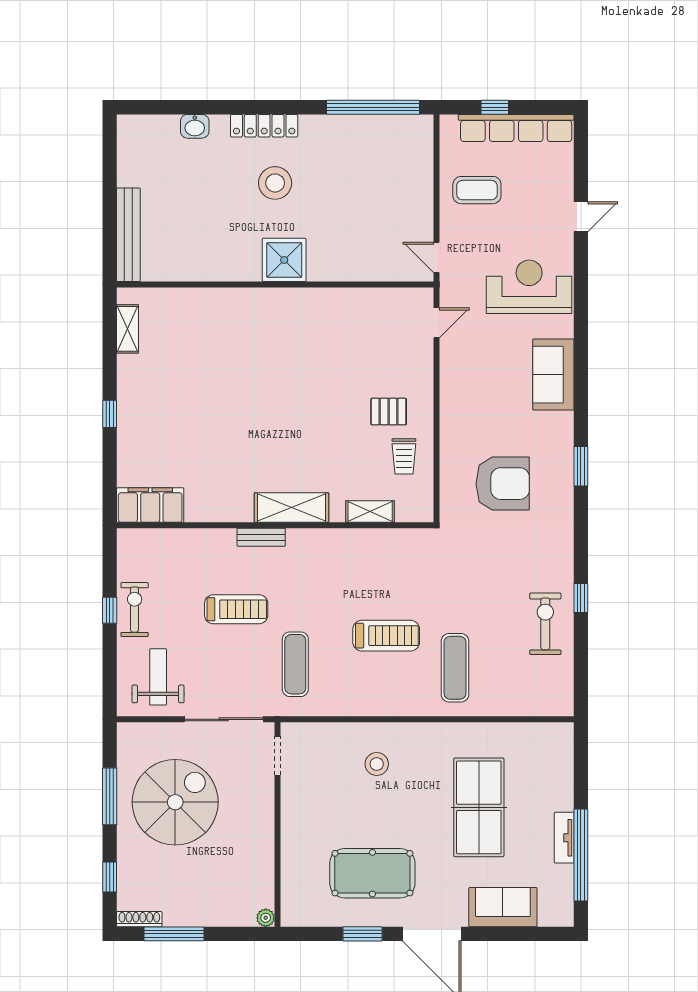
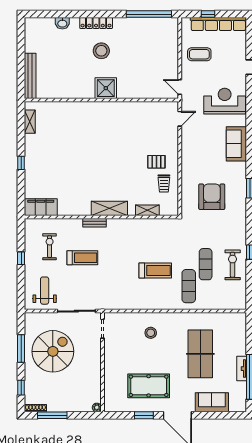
armchair: (503, 484) -> (212, 197), turned -90
exercise bike: (135, 610) -> (50, 247), moved
exercise mat: (295, 664) -> (206, 264), moved

